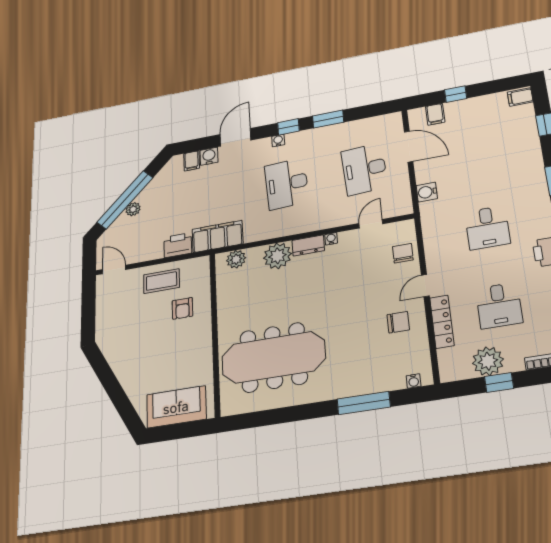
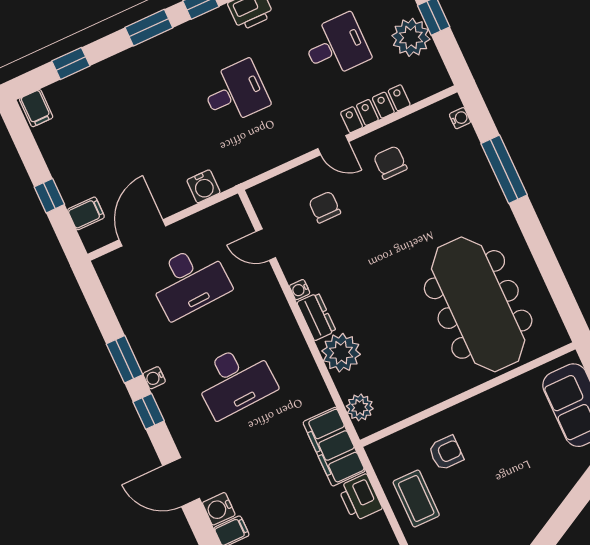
water cooler: (278, 140) -> (154, 378), moved
chair: (403, 253) -> (325, 207), moved, turned 90

